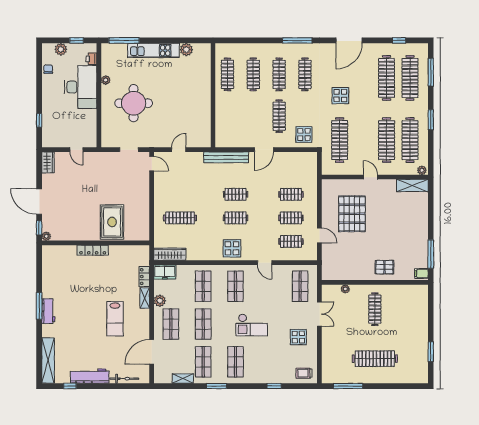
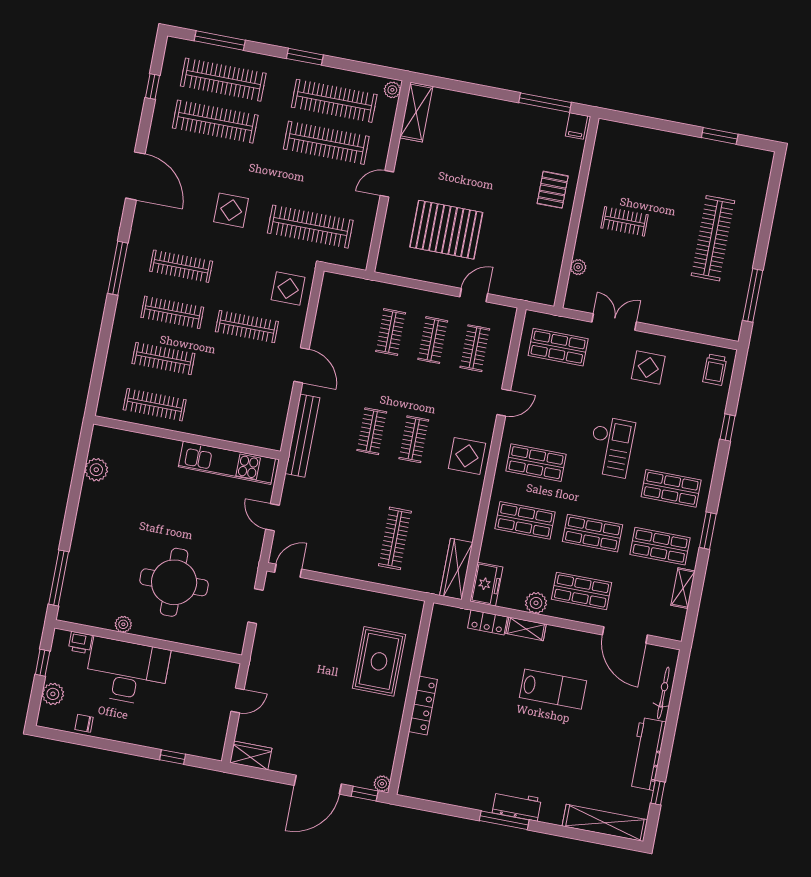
kitchen unit: (153, 50) -> (227, 463), moved, turned 90
rug: (112, 222) -> (379, 661), turned 90
clothes rail: (375, 309) -> (625, 221), width x0.73

